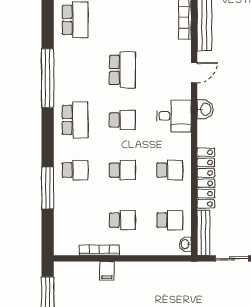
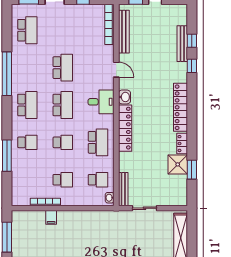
door: (194, 73) -> (116, 70), hinge flipped
school desk: (122, 120) -> (63, 105), width x1.85
school desk: (170, 170) -> (98, 142), width x1.85
locker: (206, 178) -> (125, 128), moved

